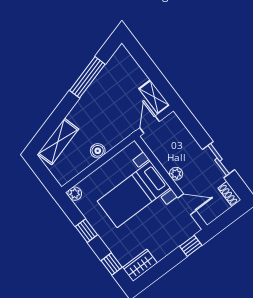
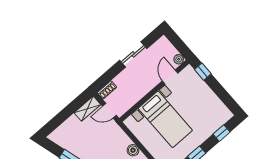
plant: (176, 174) -> (179, 59), moved
shoe rack: (229, 194) -> (107, 90), moved
wardrobe: (140, 265) -> (221, 111), removed

